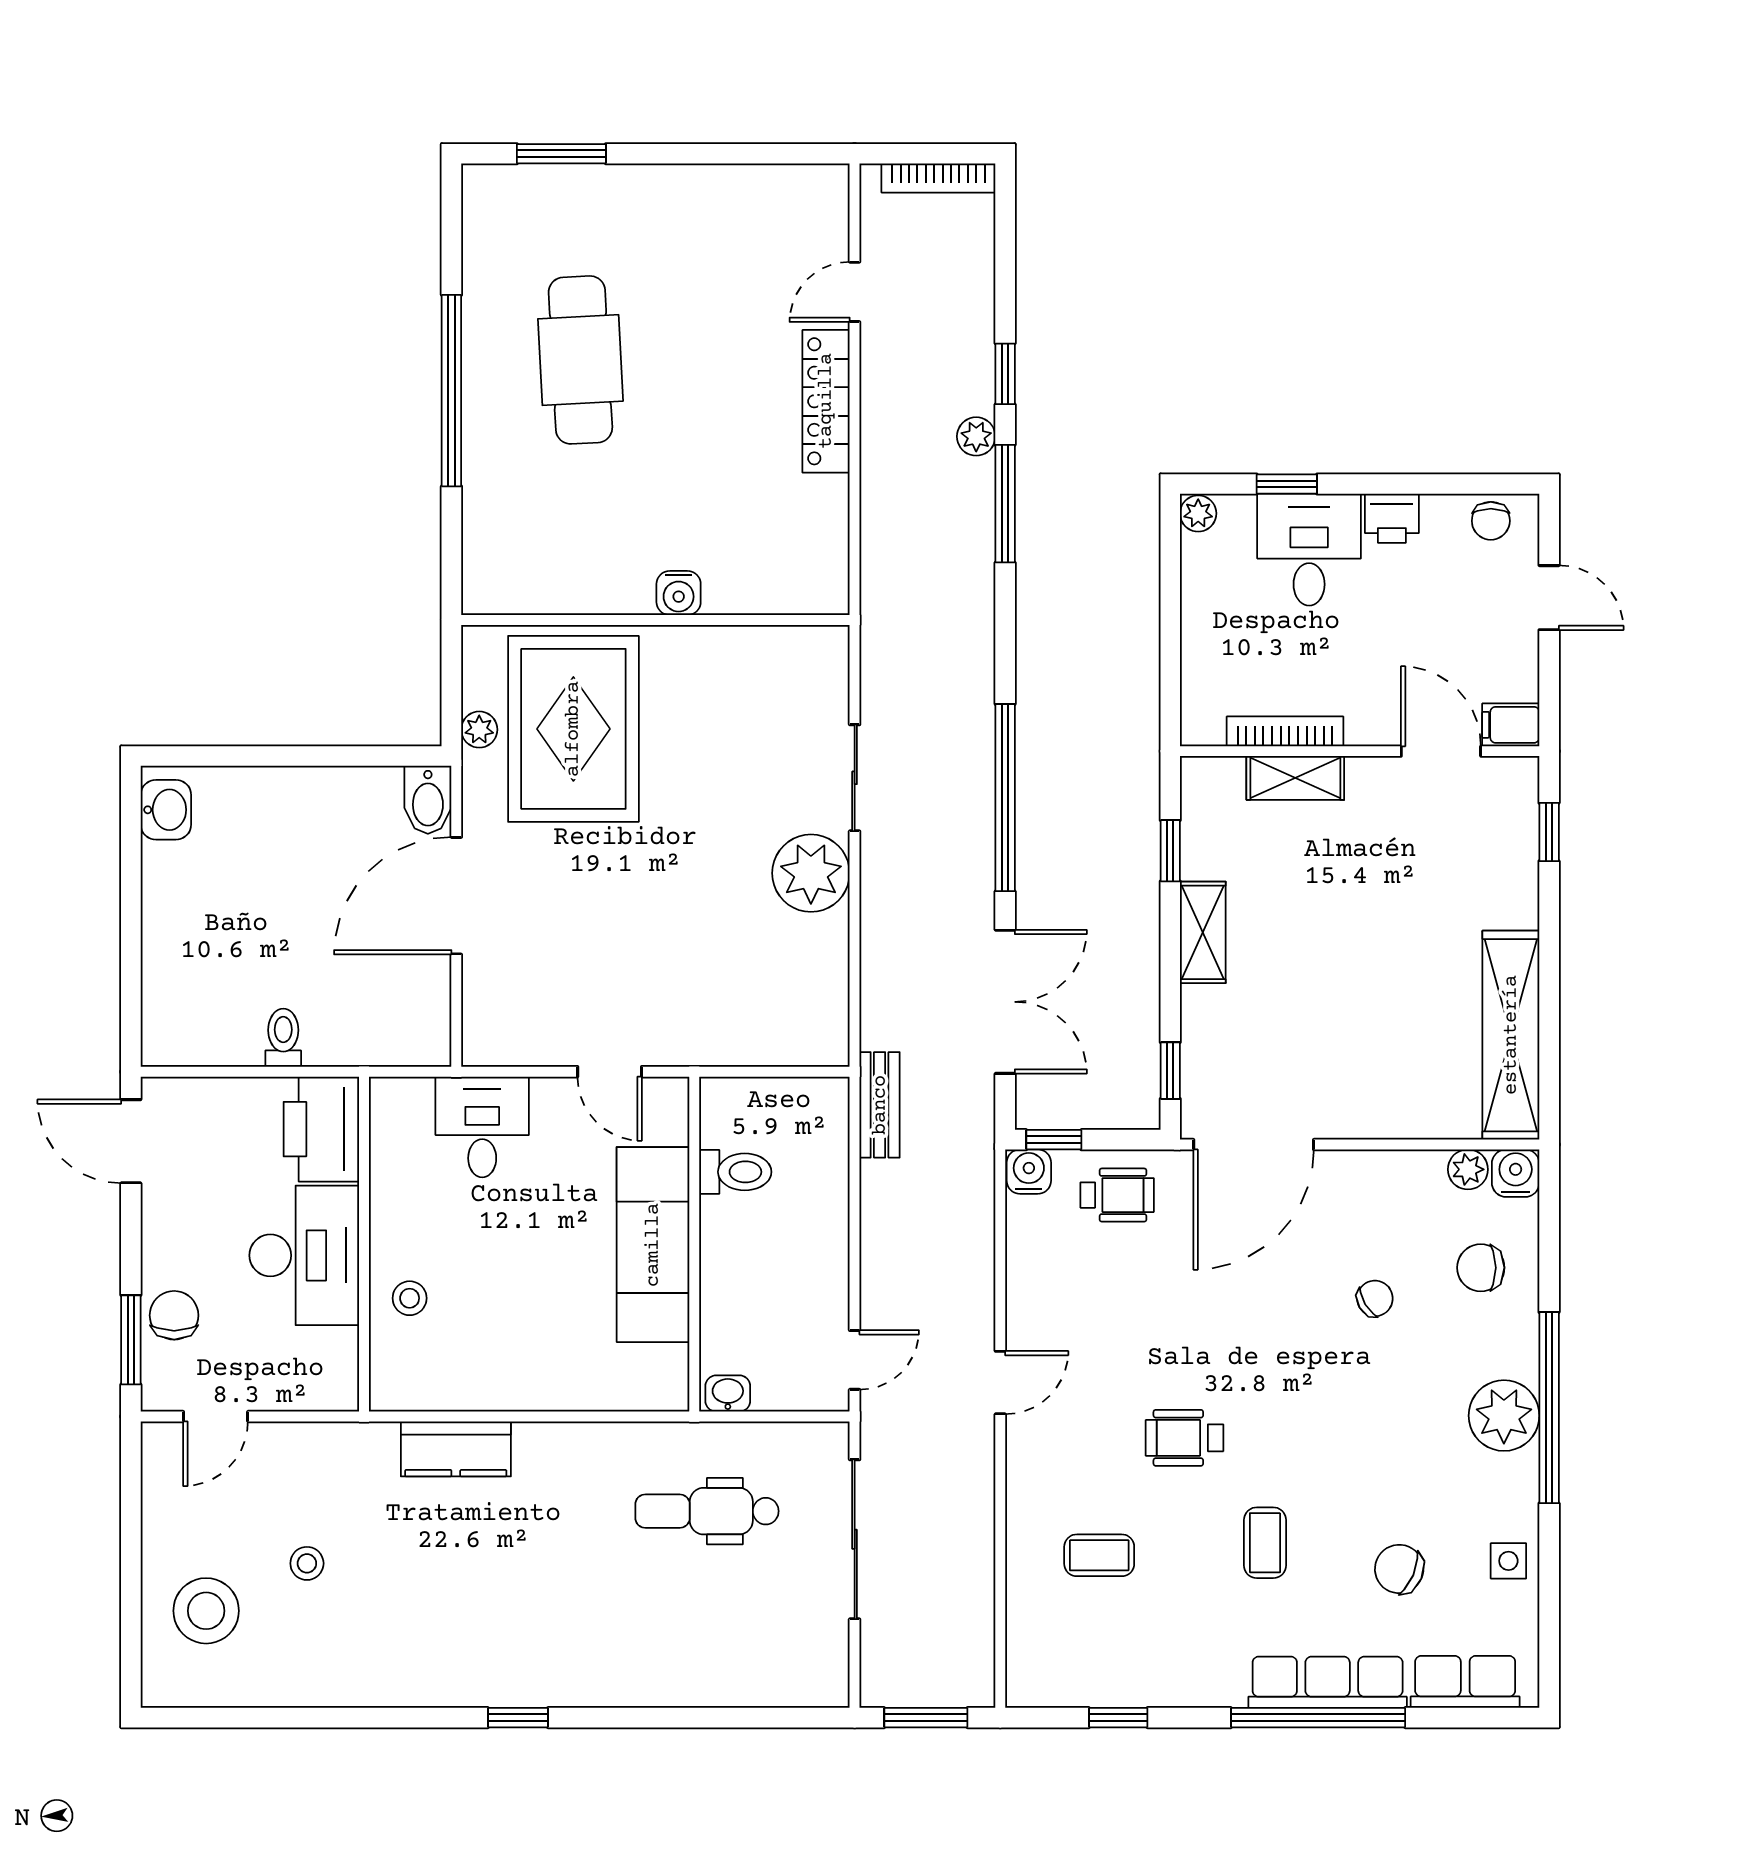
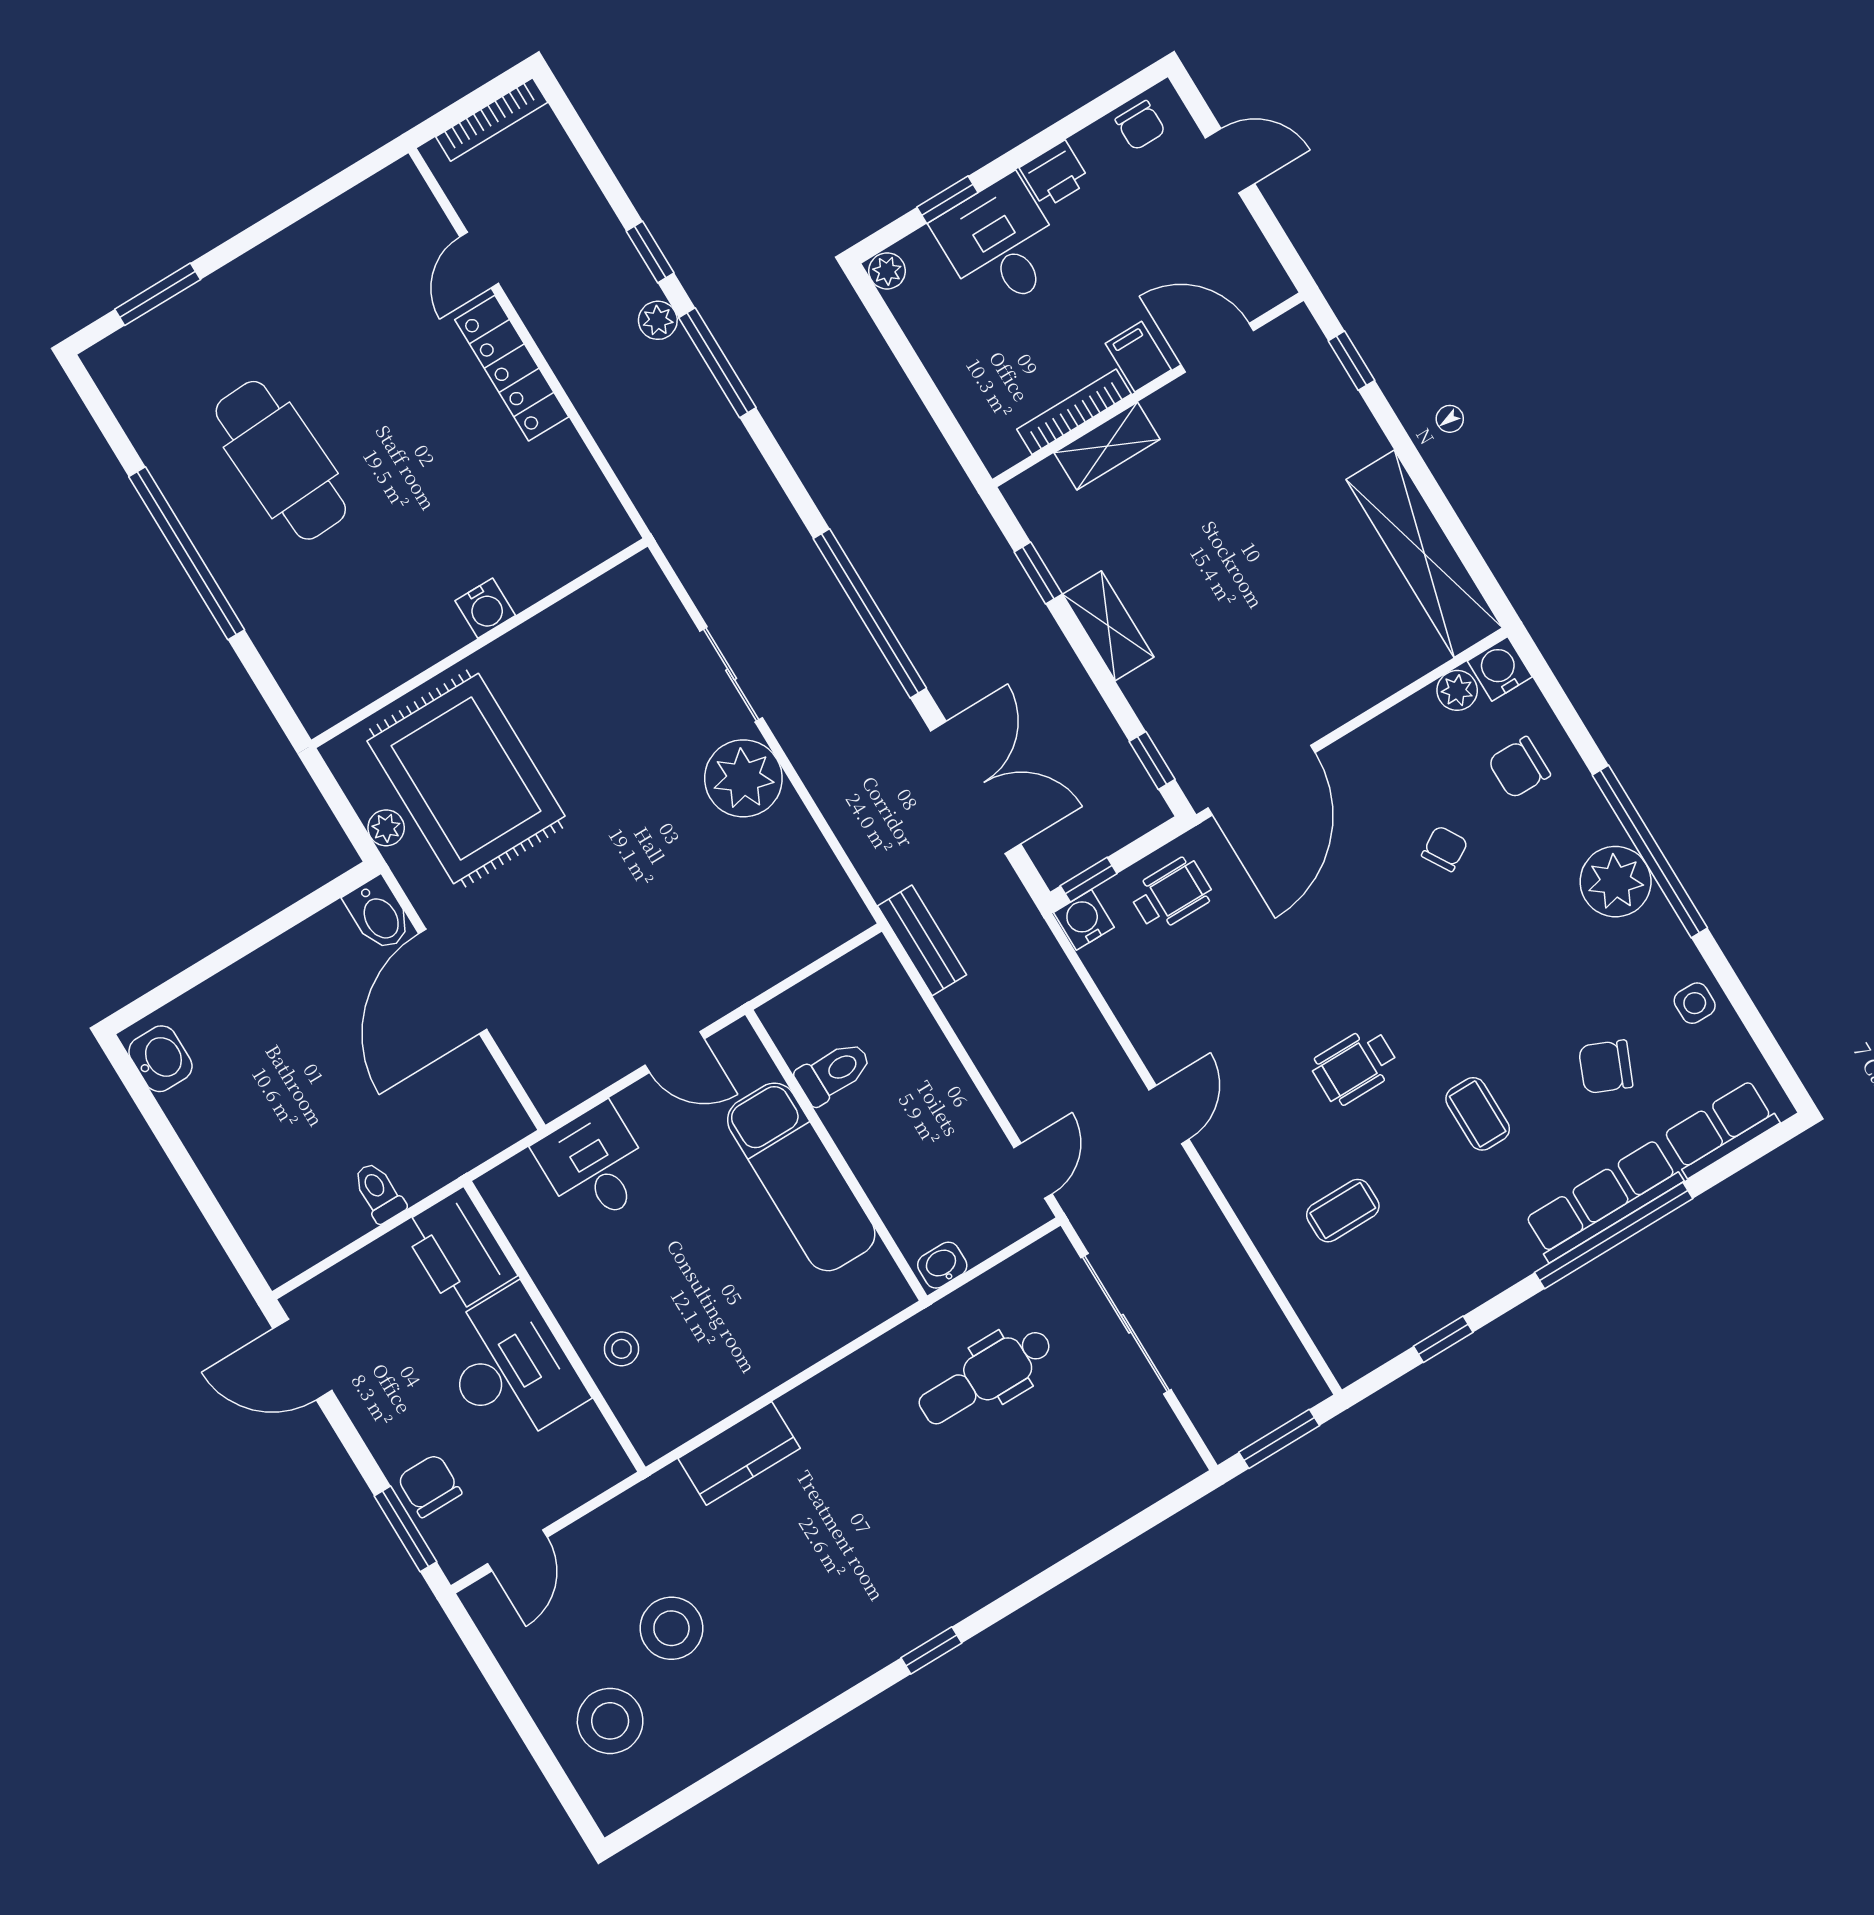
filing cabinet: (1511, 725) -> (1138, 357), moved, turned 90
stool: (307, 1563) -> (671, 1628), width x1.89, depth x1.89

